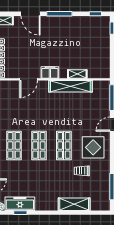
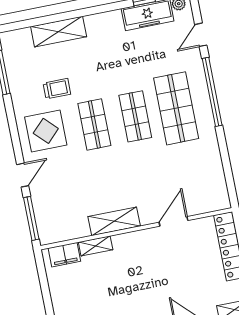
filing cabinet: (50, 72) -> (64, 255), moved
shelving: (70, 86) -> (114, 221), width x0.68
shop shelf: (14, 145) -> (176, 108), width x1.43, depth x1.36

